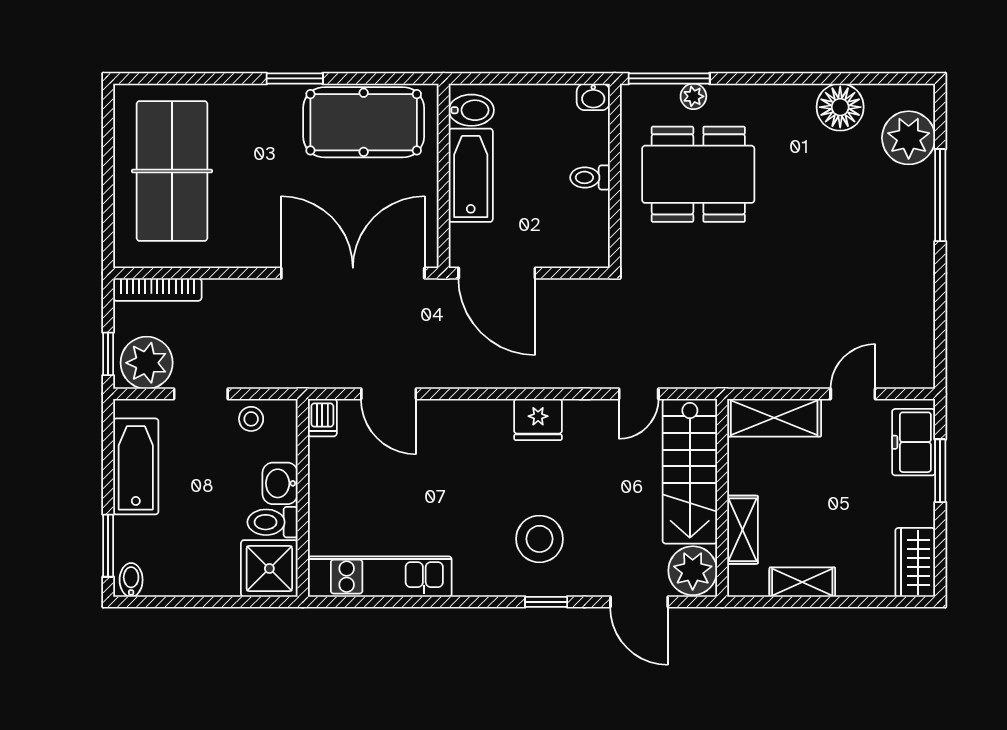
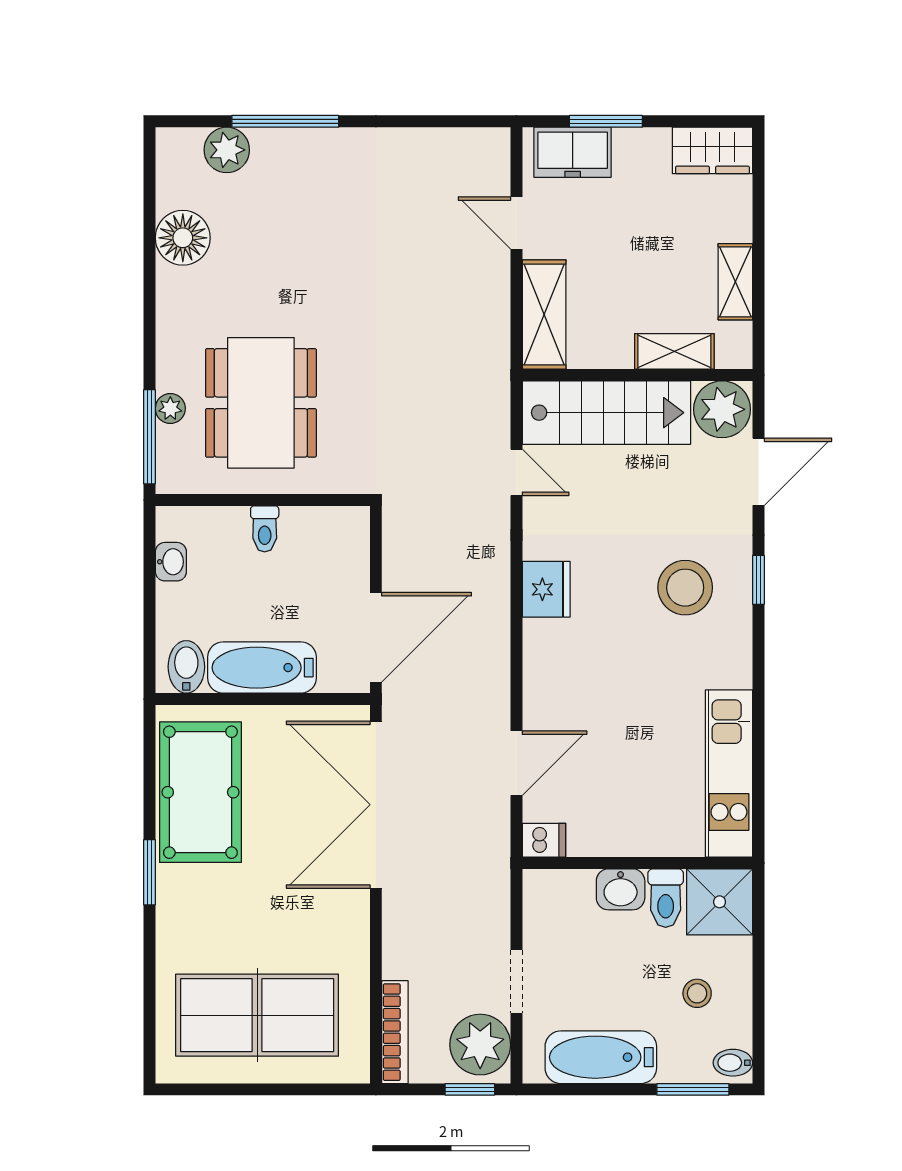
washbasin: (593, 97) -> (171, 562), moved
plant: (909, 138) -> (227, 150), width x0.73, depth x0.73
stool: (251, 419) -> (697, 993), moved

